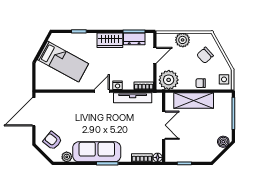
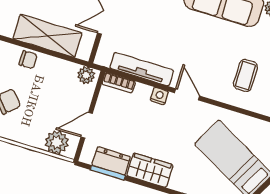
plant: (183, 40) -> (57, 142), moved
plant: (169, 80) -> (86, 75), width x0.53, depth x0.53
door: (102, 91) -> (187, 94), swing flipped
coffee table: (71, 113) -> (246, 75), added

